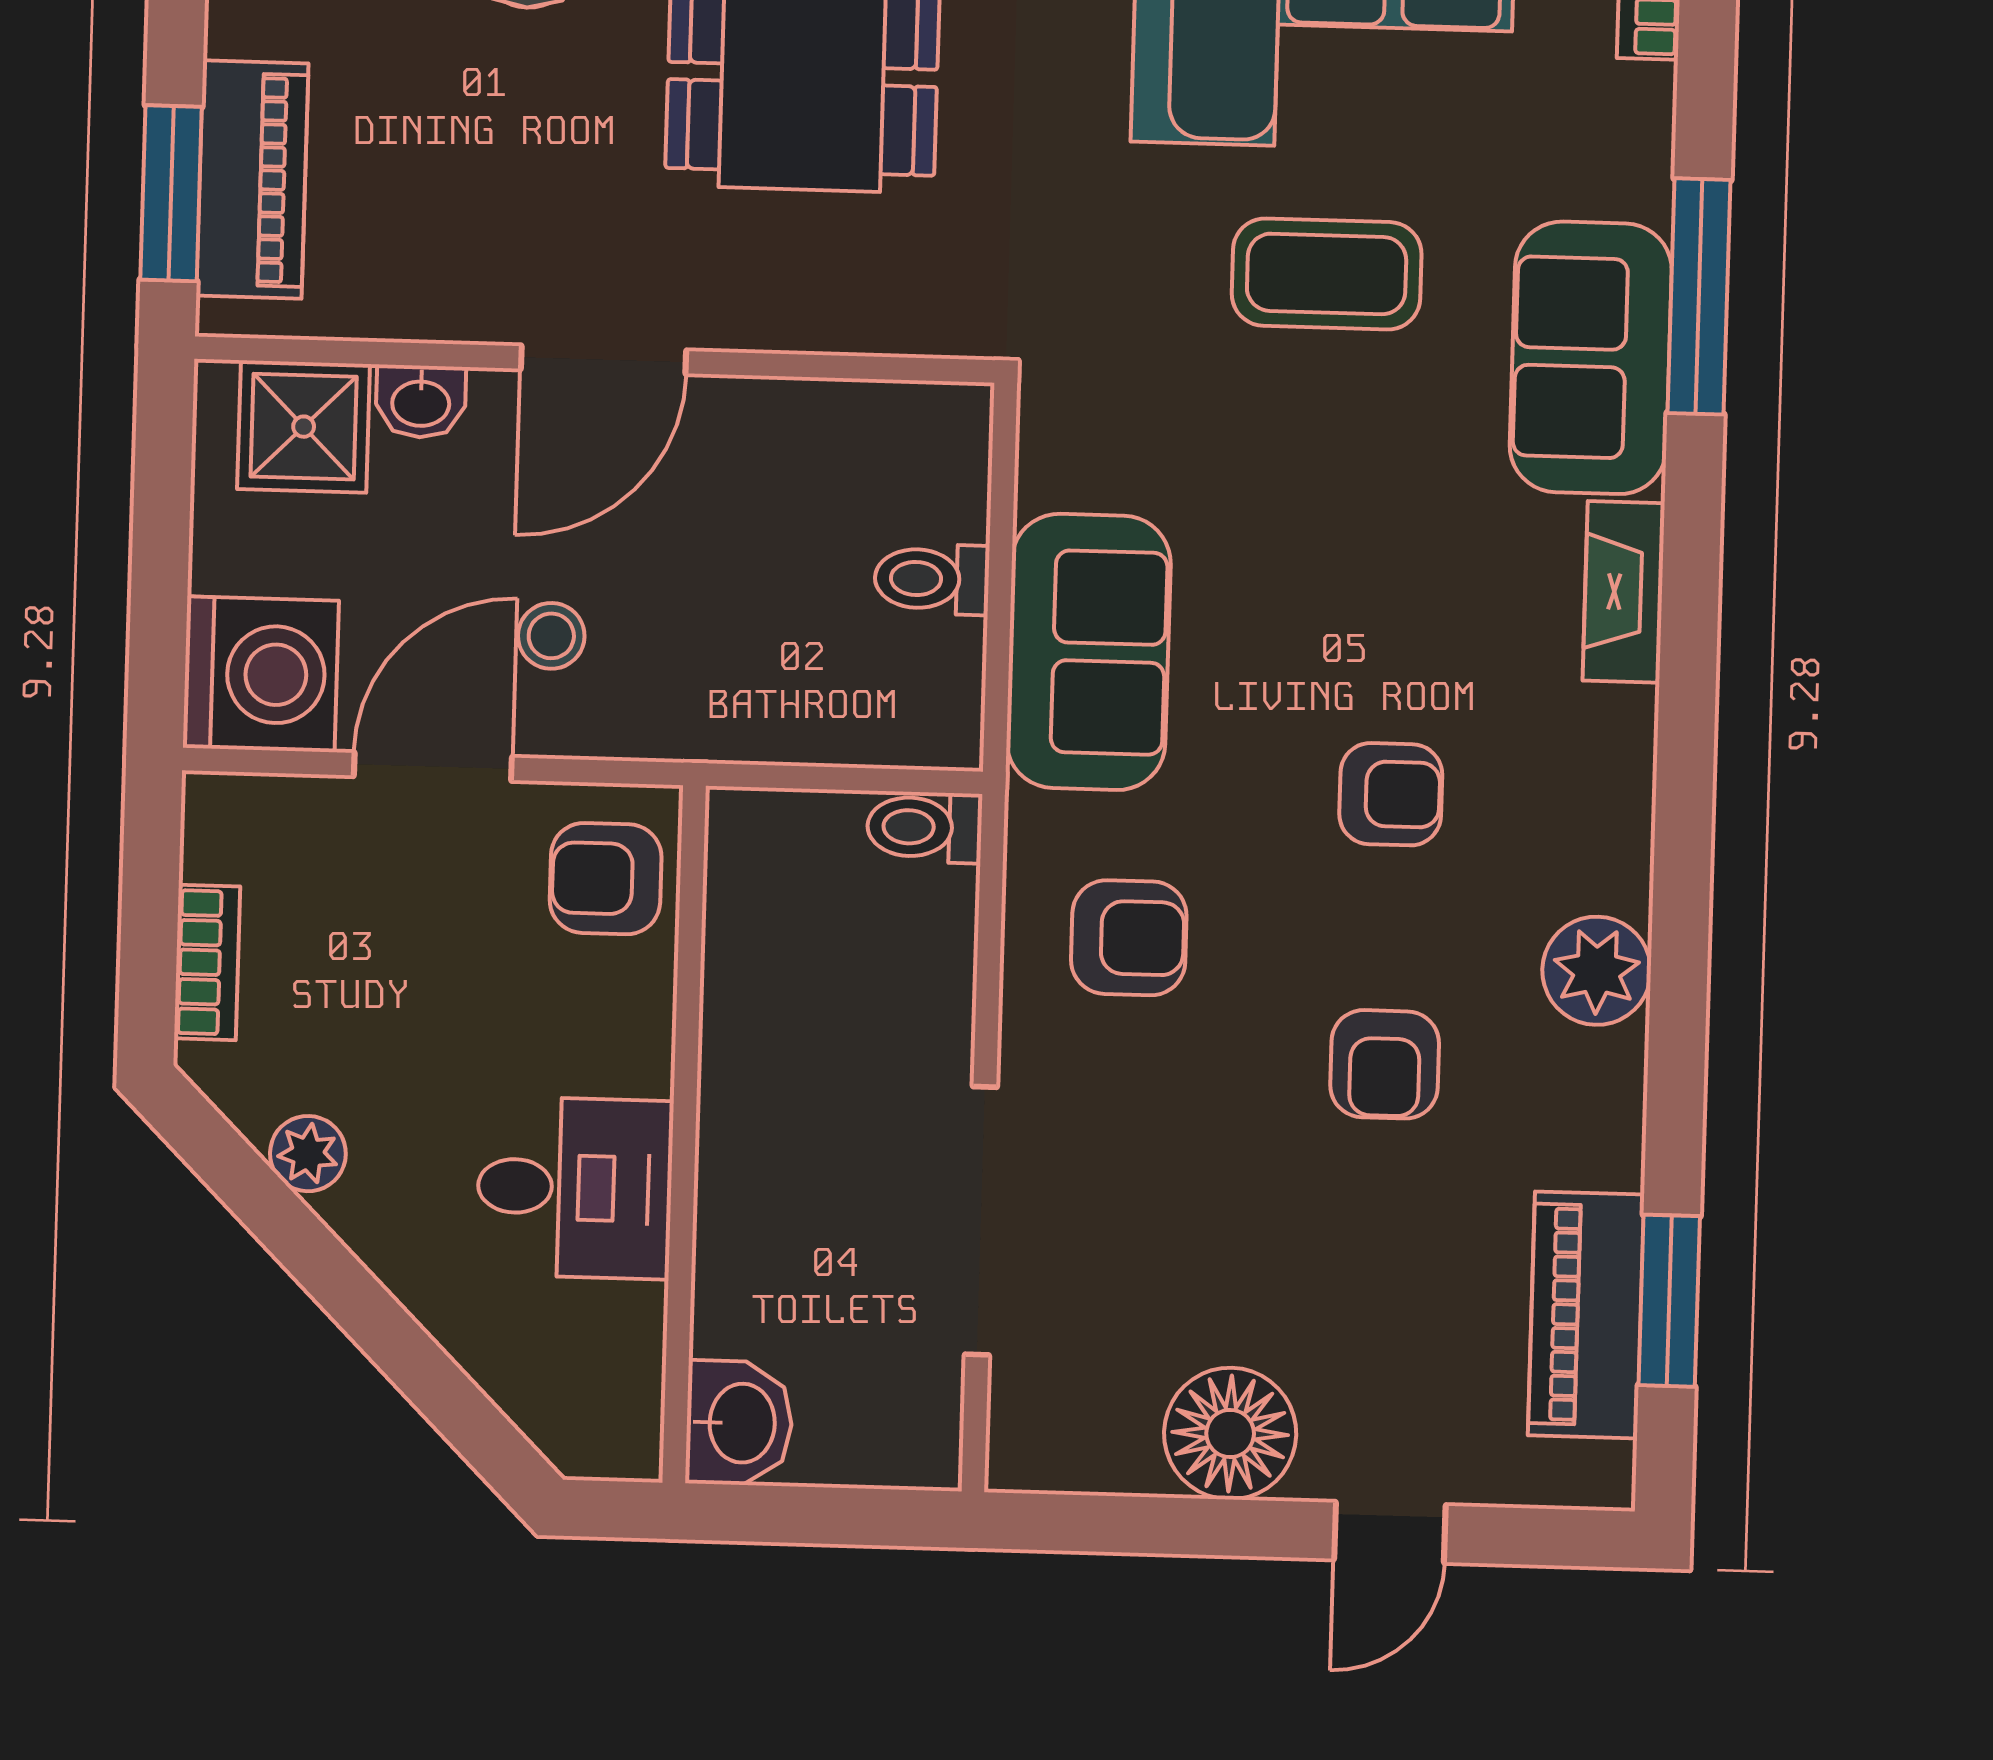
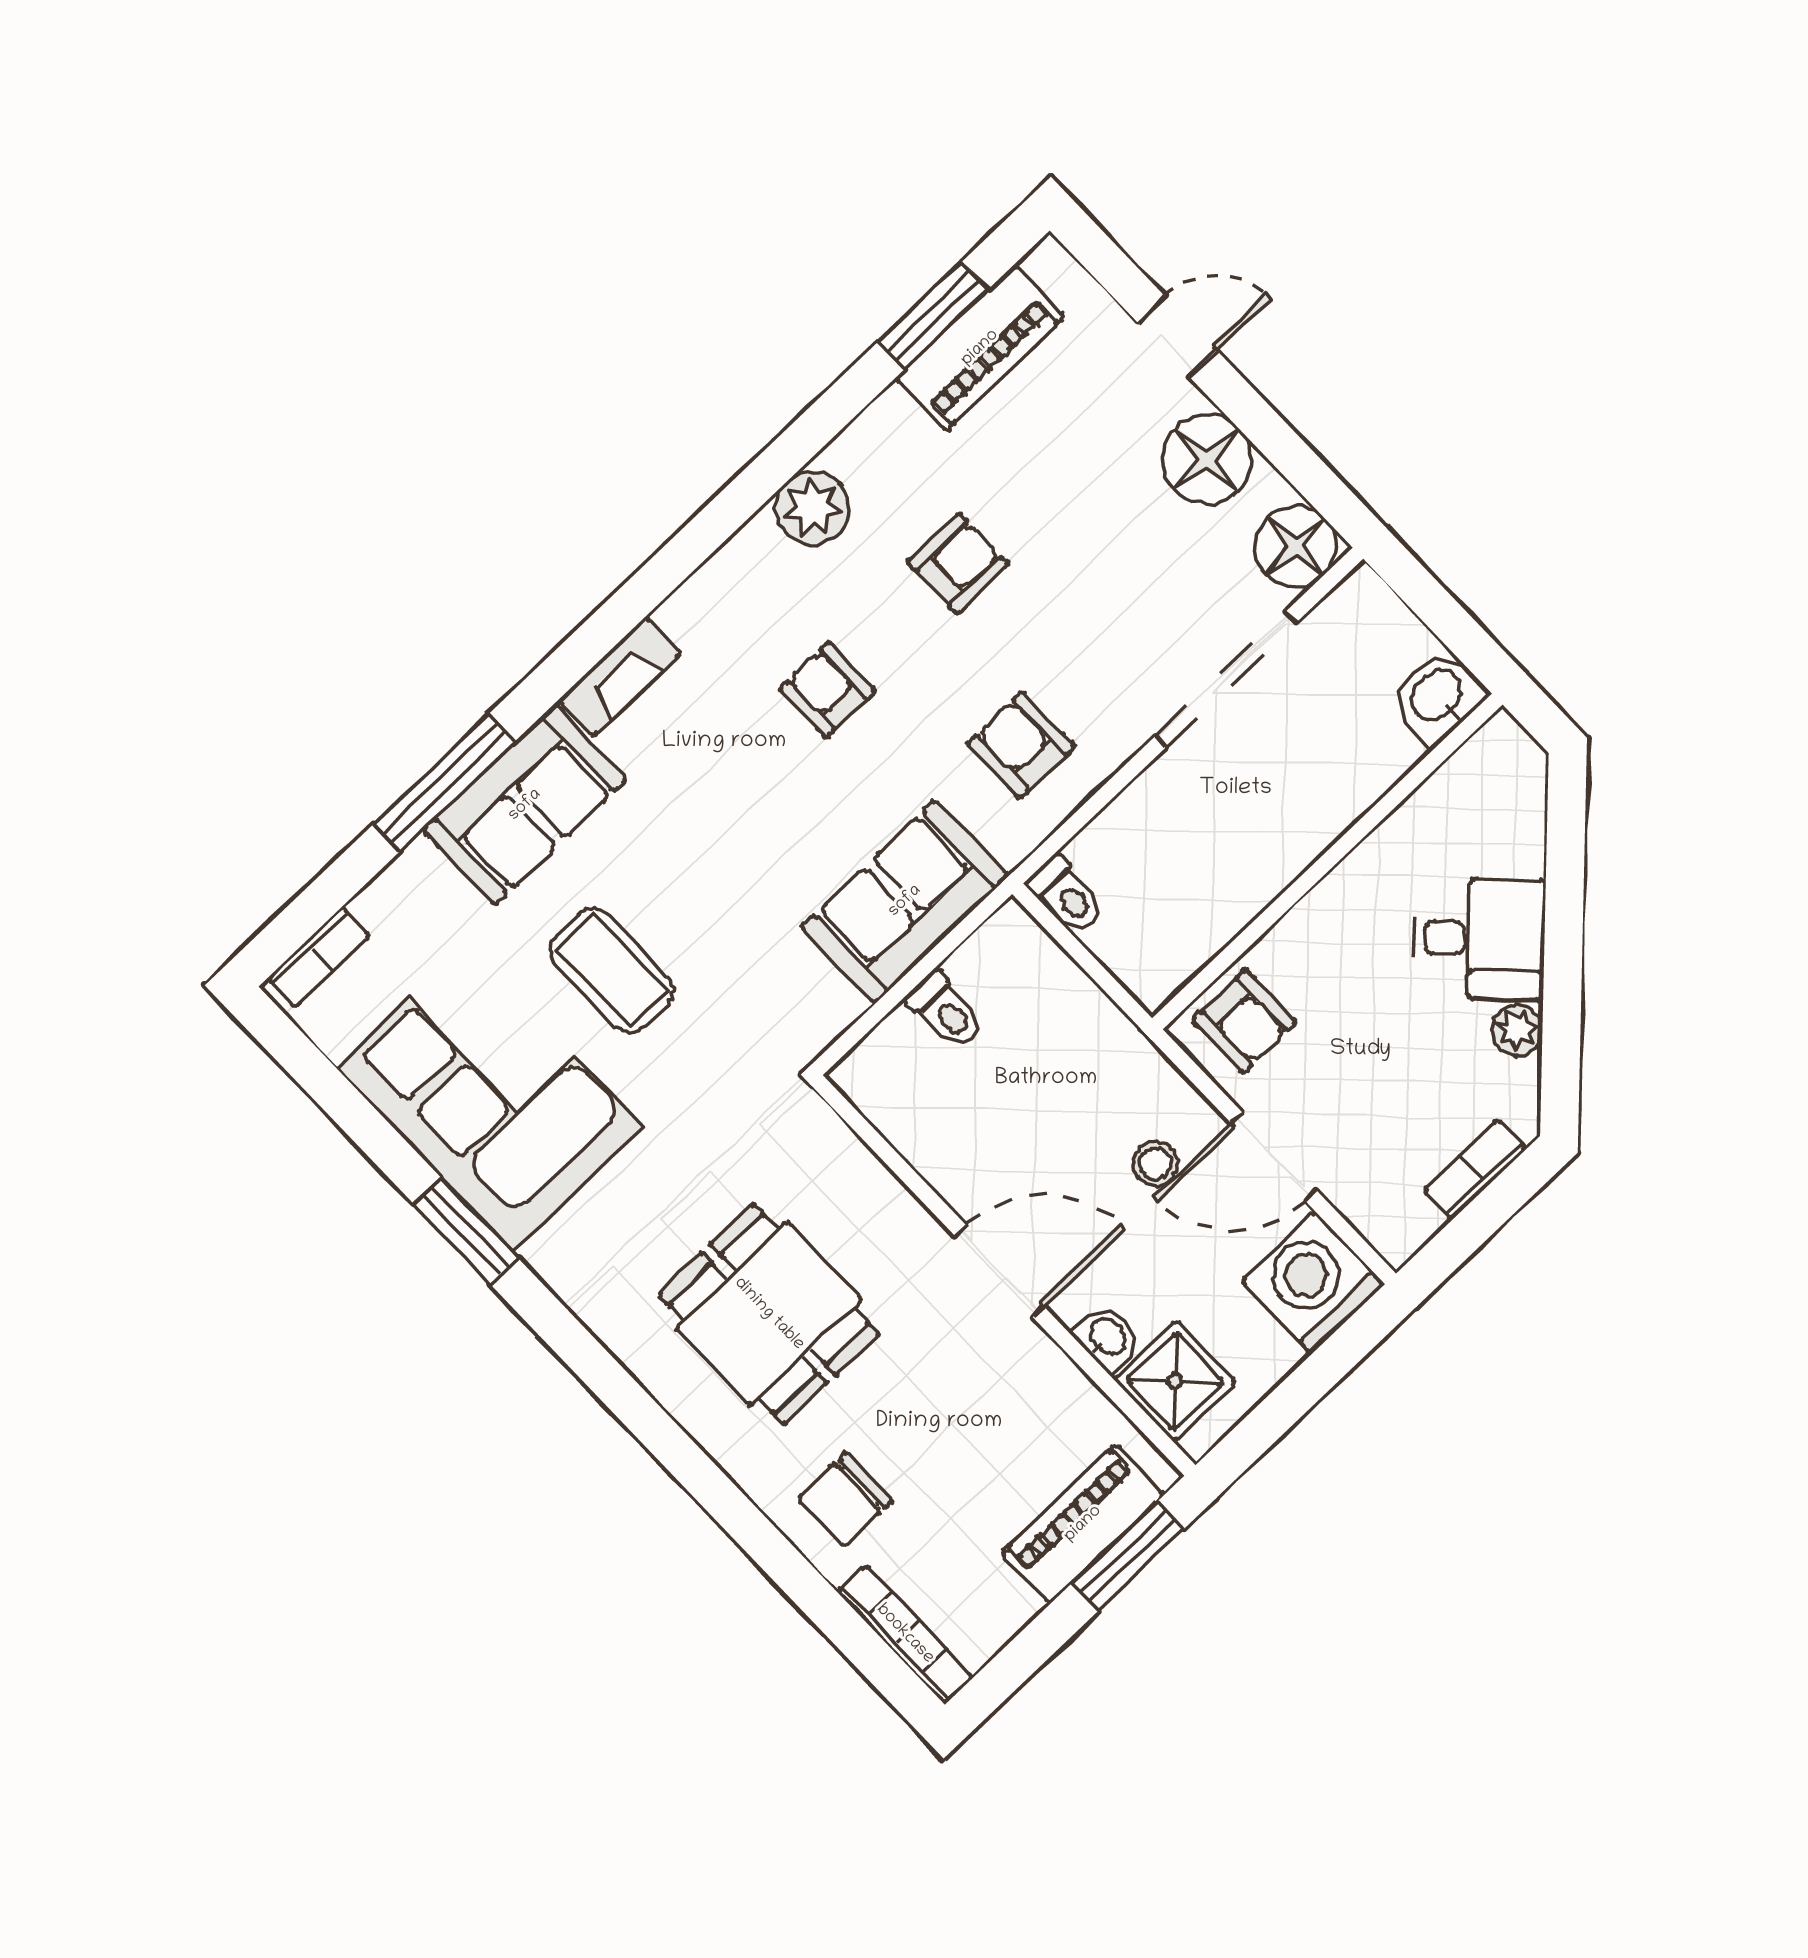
desk: (575, 1188) -> (1480, 938), moved, turned 135
floor lamp: (1046, 1434) -> (1295, 546), added

